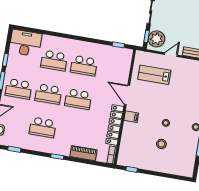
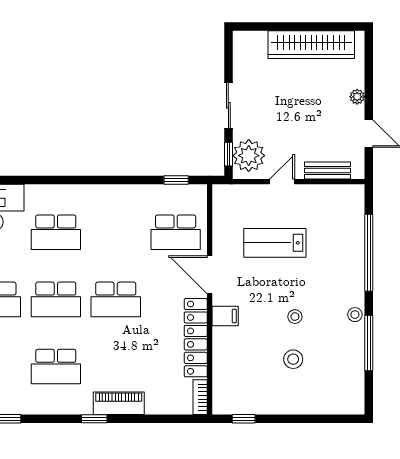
school desk: (84, 66) -> (176, 232), moved
lab bench: (154, 75) -> (275, 243), moved
piano: (83, 153) -> (119, 403), moved

